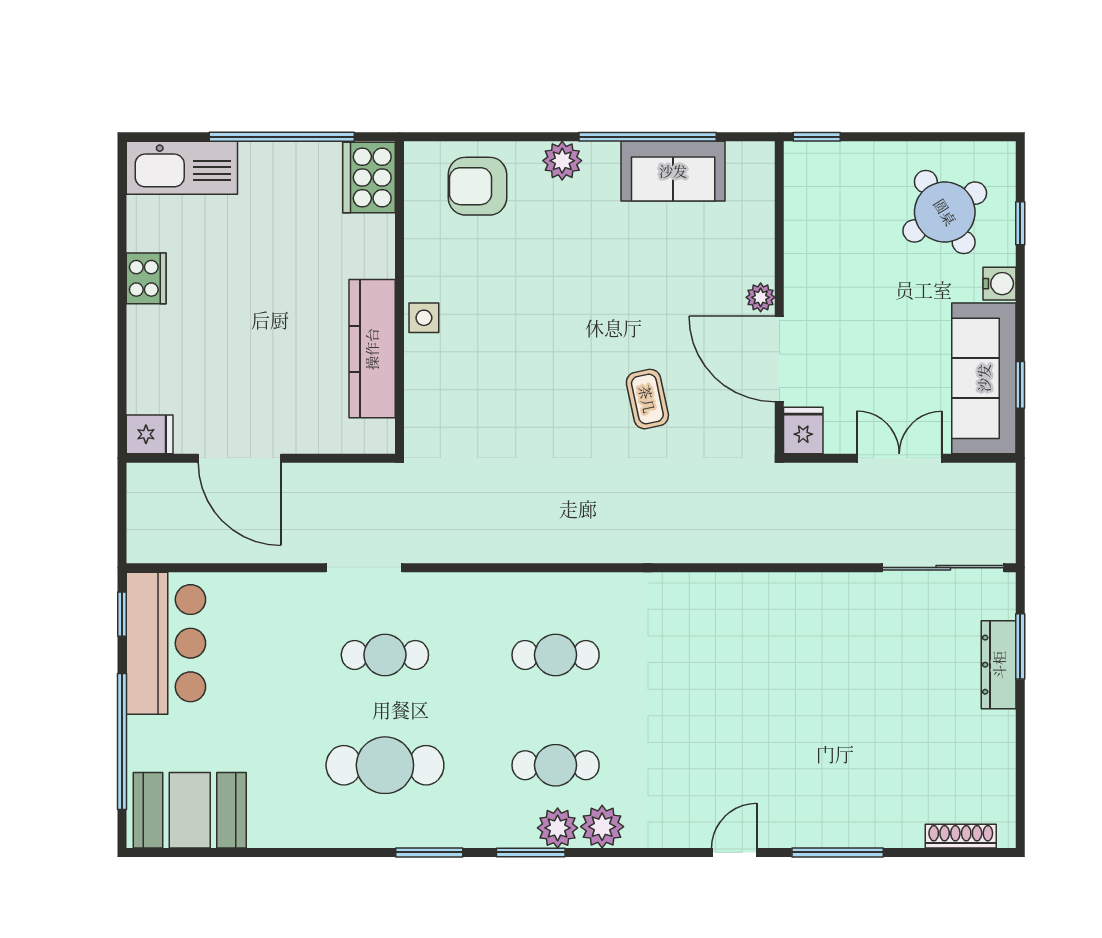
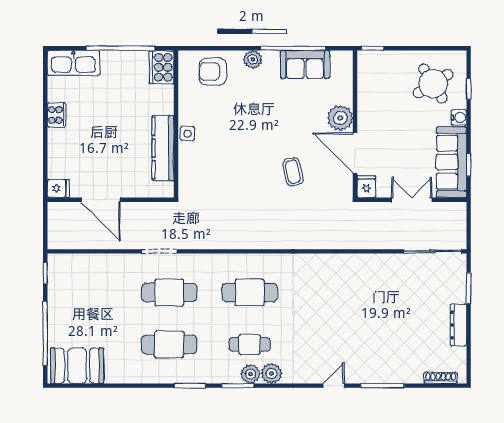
plant: (761, 297) -> (340, 118), width x1.87, depth x1.87
bar counter: (166, 643) -> (66, 287), removed
cafe table: (385, 655) -> (169, 292), width x1.37, depth x1.35
cafe table: (556, 655) -> (250, 292), width x1.37, depth x1.35
dresser: (999, 665) -> (458, 325), moved

